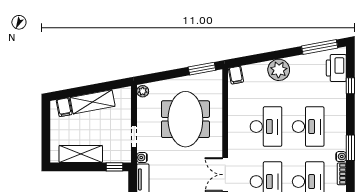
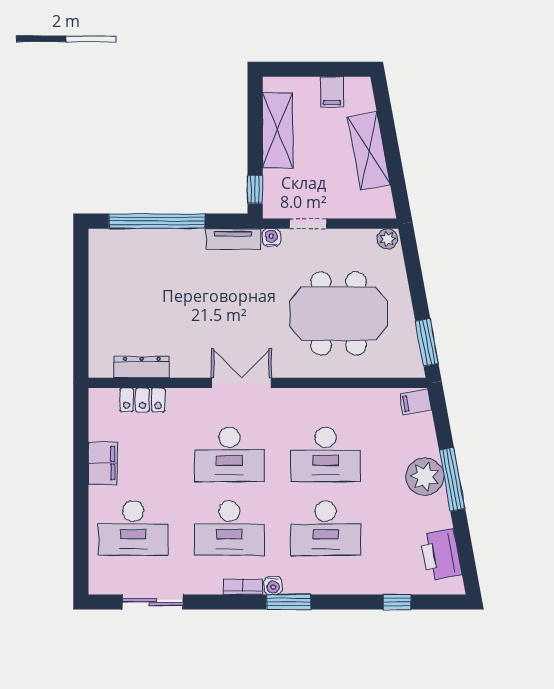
window: (320, 47) -> (452, 479), moved
printer: (336, 68) -> (441, 554), moved, turned -100
filing cabinet: (64, 107) -> (332, 92), moved, turned -80

